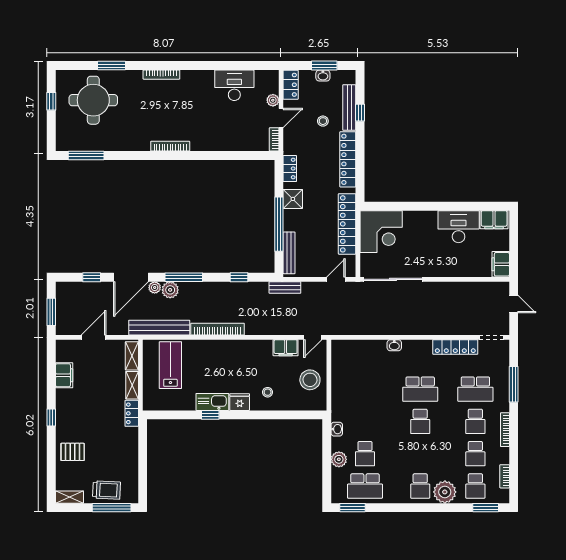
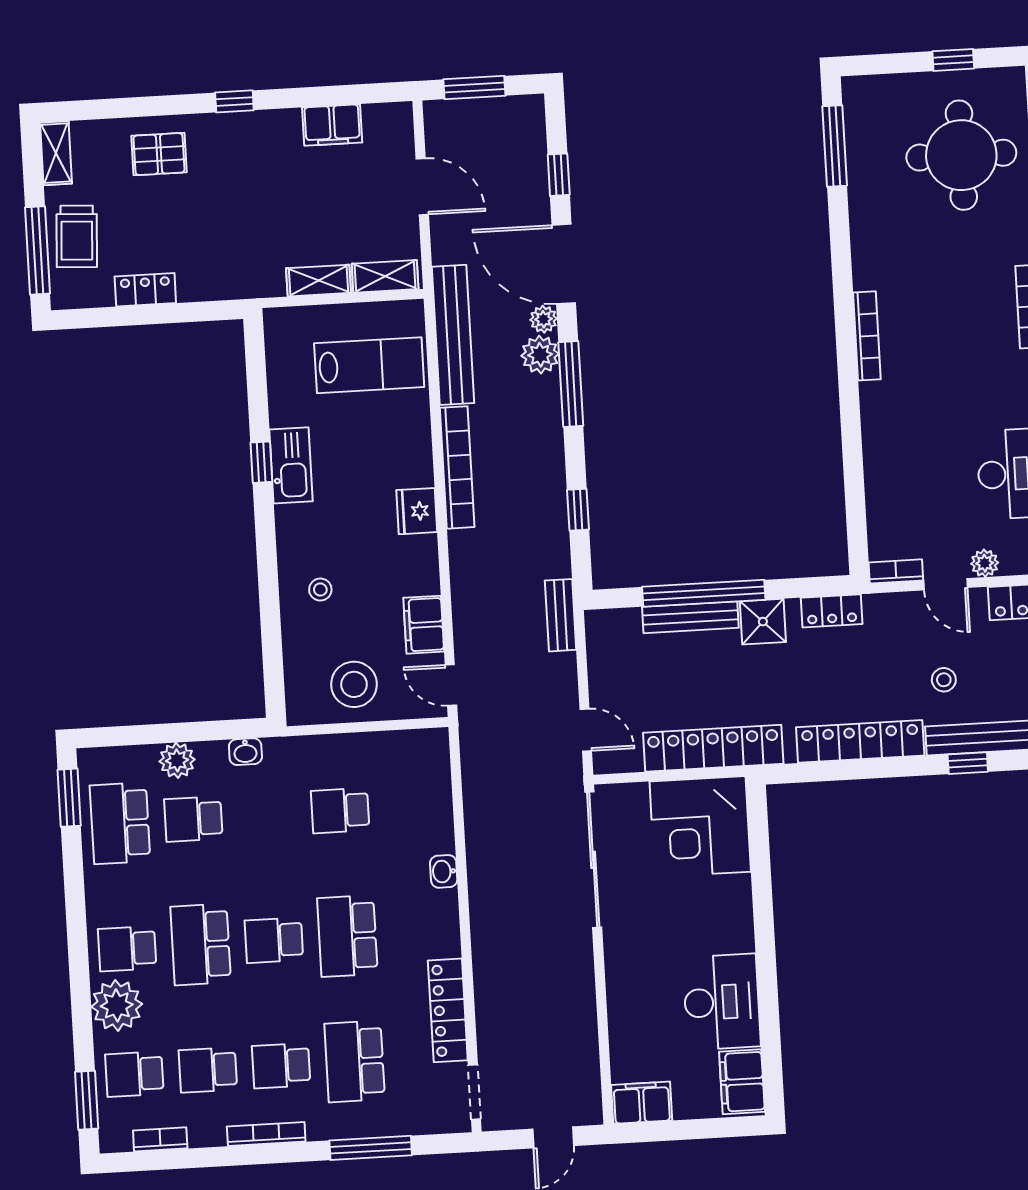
bench: (289, 253) -> (690, 617), moved
school desk: (365, 389) -> (340, 811), added
fridge: (240, 402) -> (417, 511), moved, turned 180
locker: (132, 413) -> (145, 290), moved
pallet: (73, 452) -> (159, 154), turned 90
school desk: (420, 454) -> (201, 944), added

